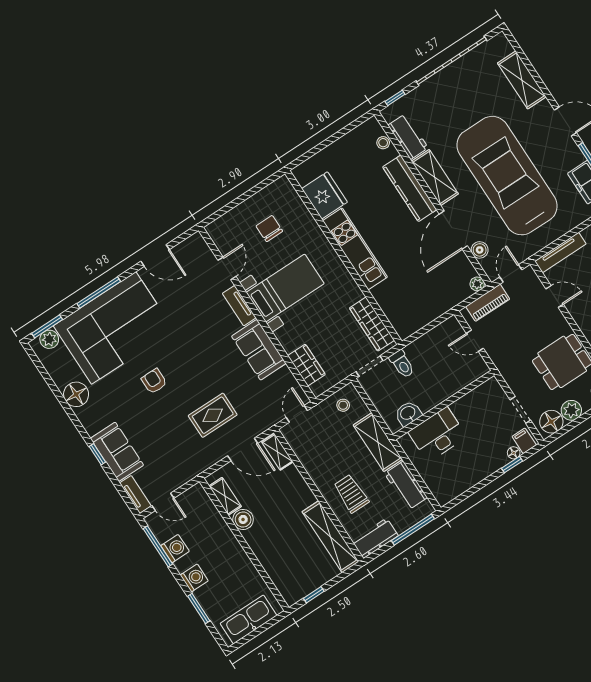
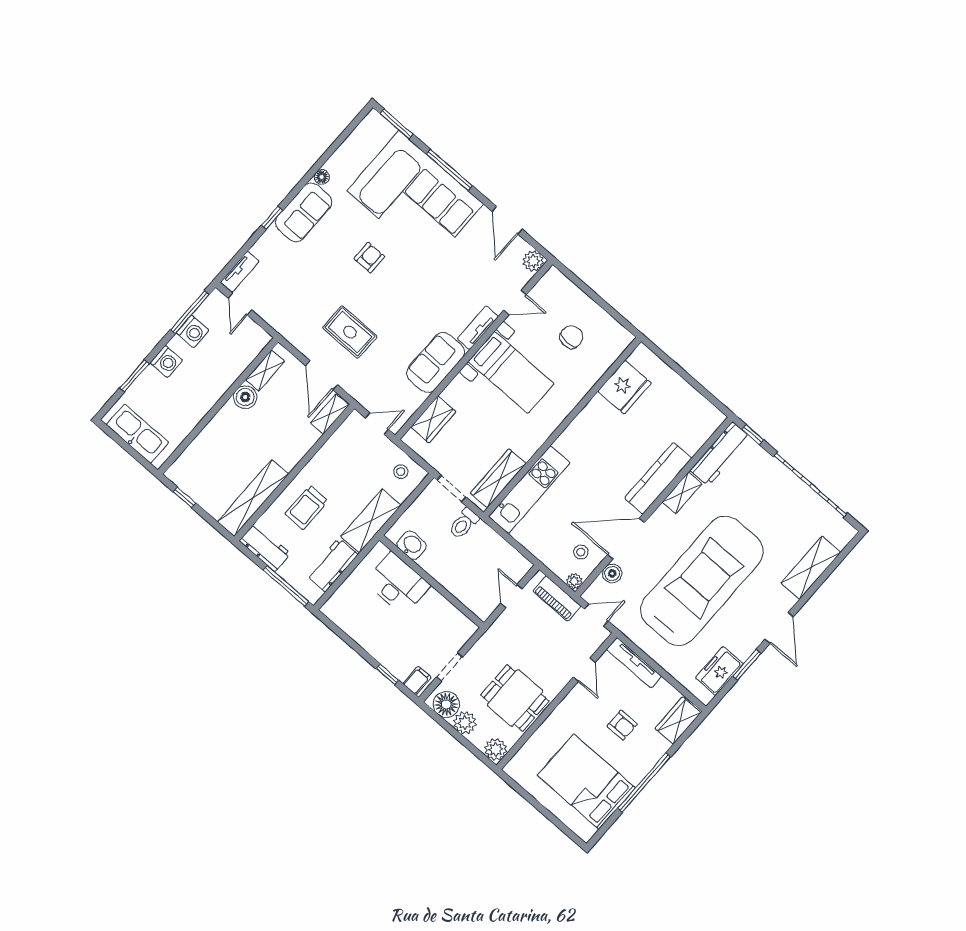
workbench: (408, 137) -> (720, 454), width x1.38
stool: (383, 143) -> (581, 552), moved
shelving: (435, 178) -> (682, 493), width x0.67, depth x0.75
kitchen unit: (355, 249) -> (529, 490), moved
plant: (49, 339) -> (533, 261), moved
floor lamp: (76, 394) -> (322, 177), width x0.53, depth x0.53
sofa: (117, 452) -> (304, 212), moved
floor lamp: (514, 453) -> (401, 673), removed
trolley: (351, 494) -> (306, 507), turned 180

